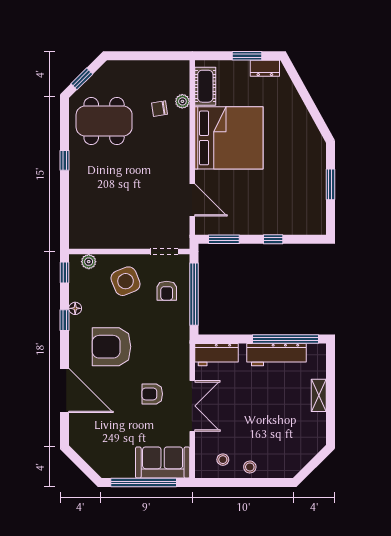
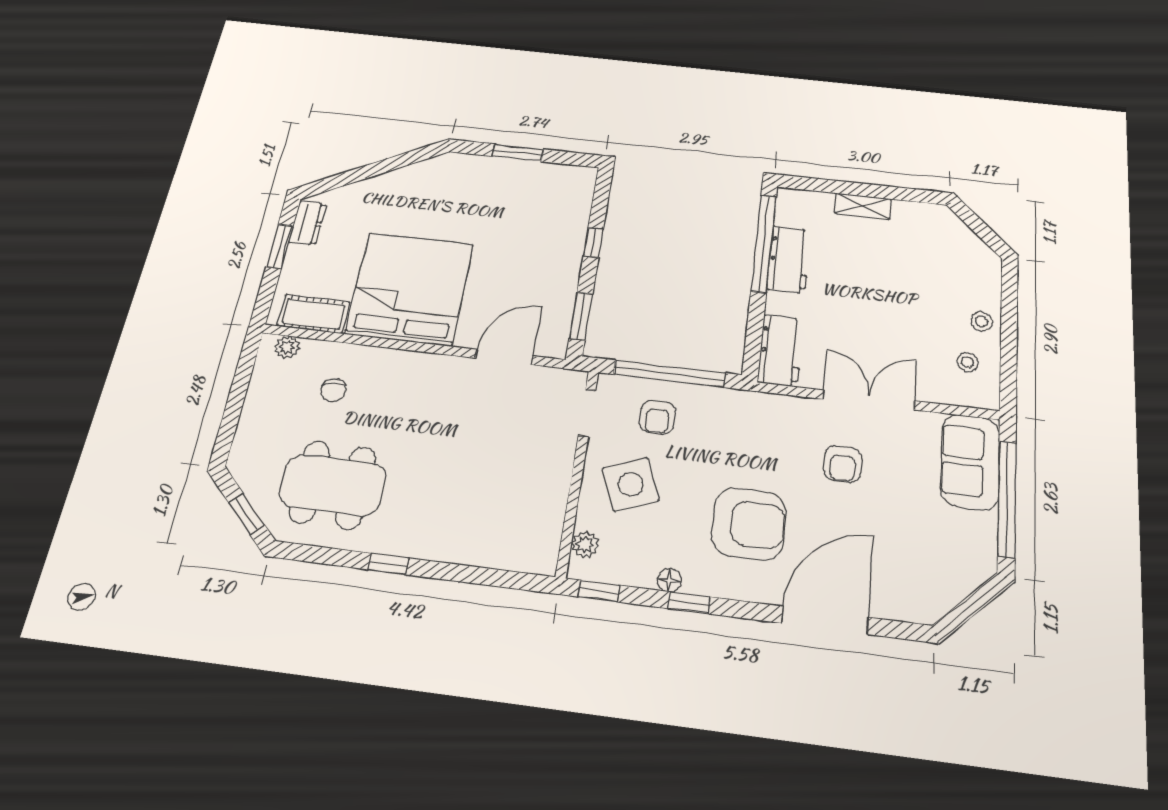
plant: (182, 101) -> (287, 347), moved
dining table: (104, 121) -> (333, 485), turned 90
armchair: (167, 291) -> (657, 417), turned 90
armchair: (112, 347) -> (749, 524), turned -90
workbench: (276, 355) -> (789, 259), width x0.73

